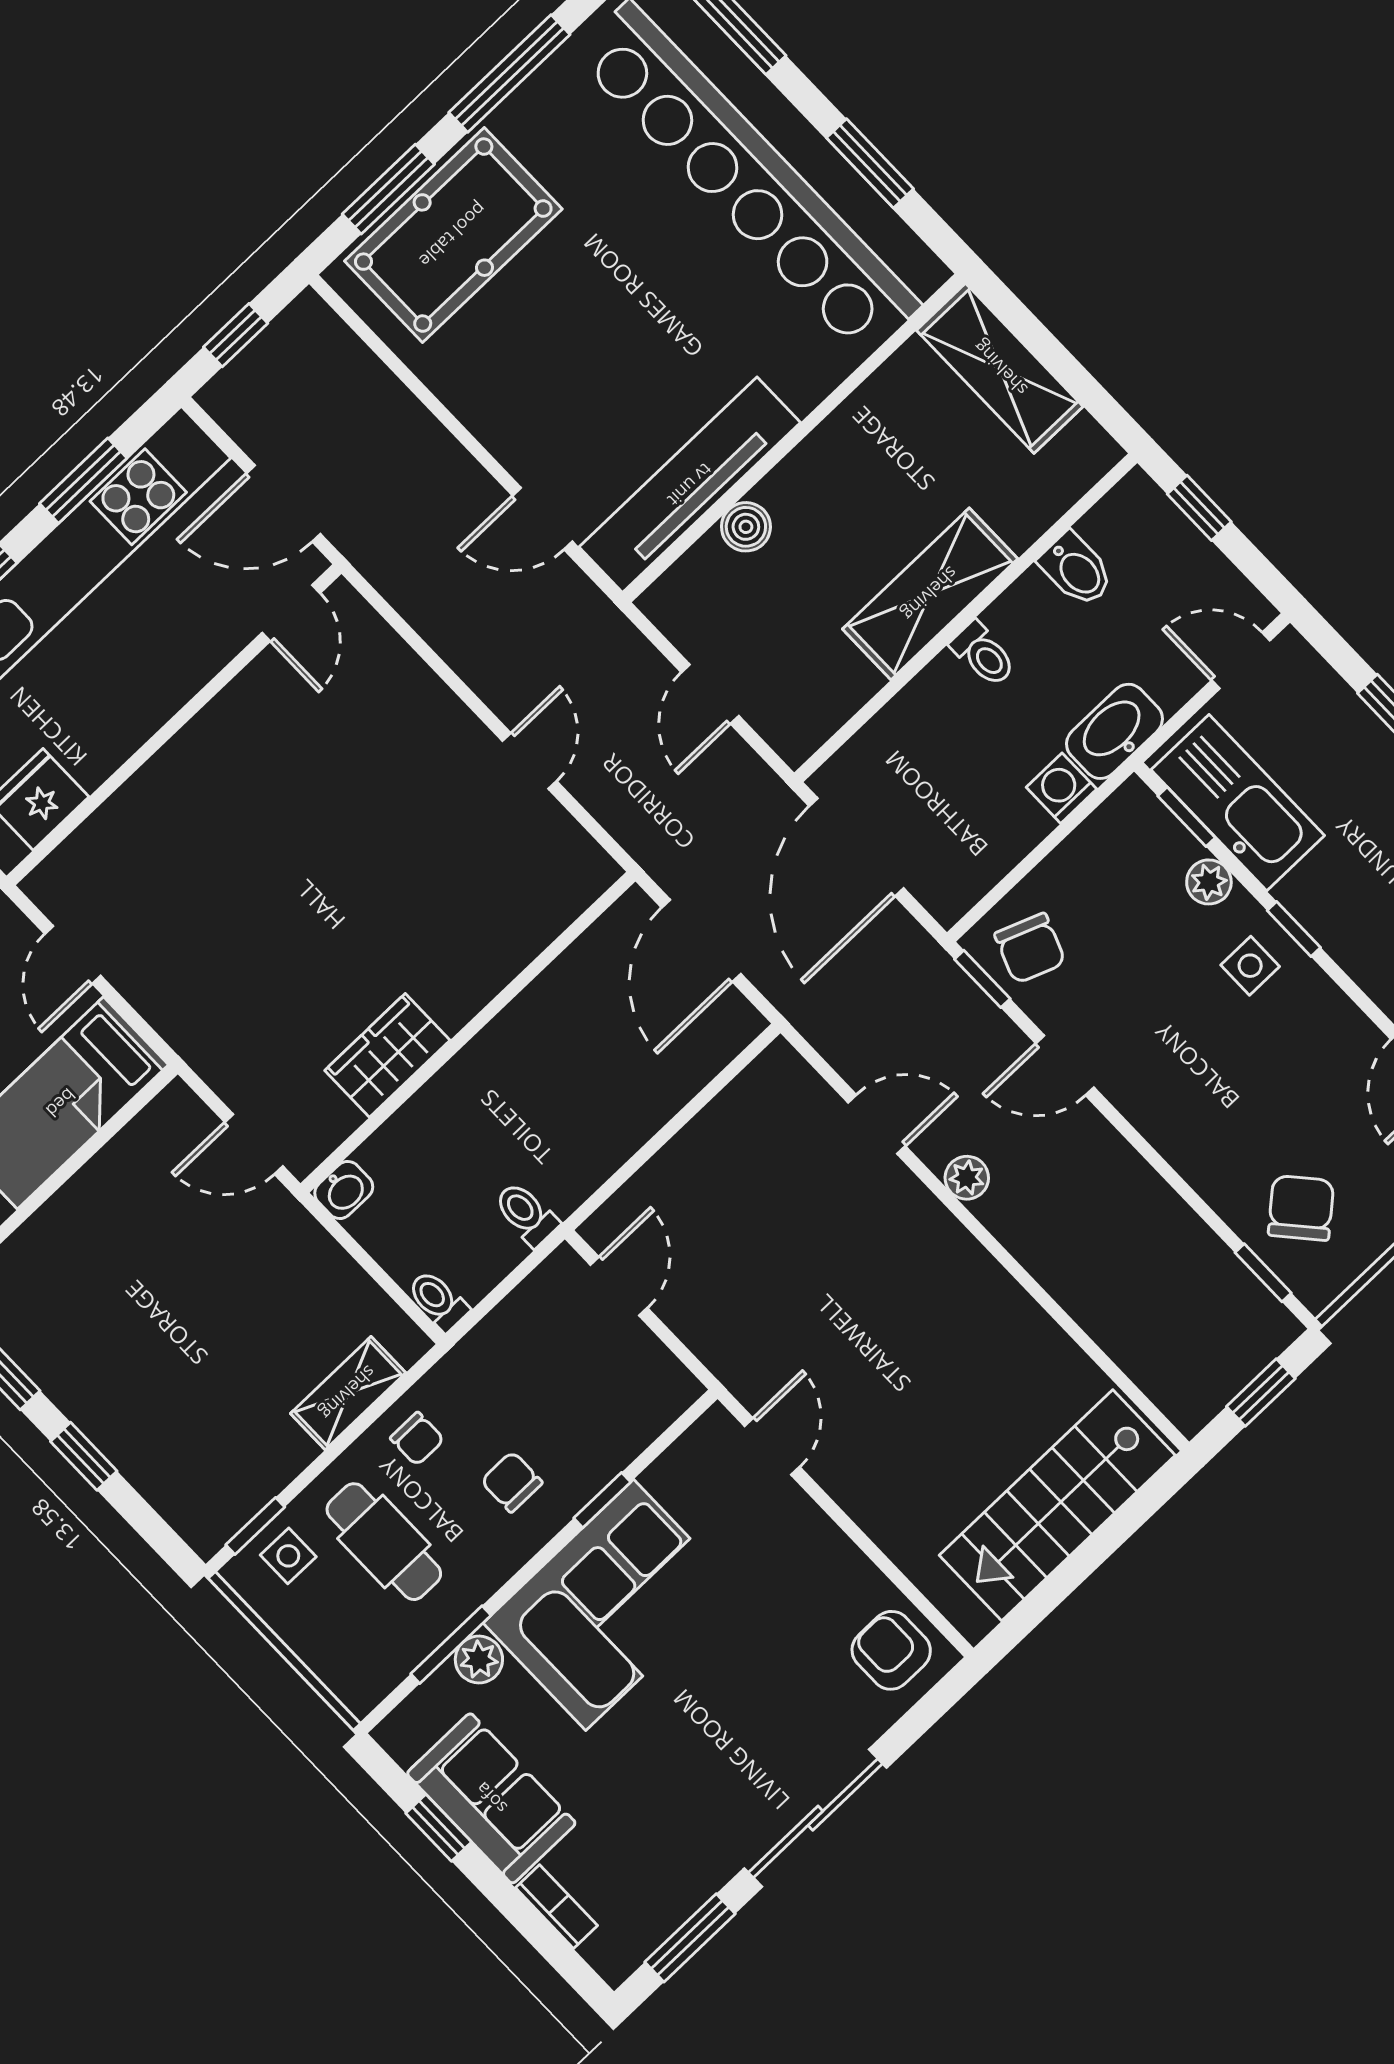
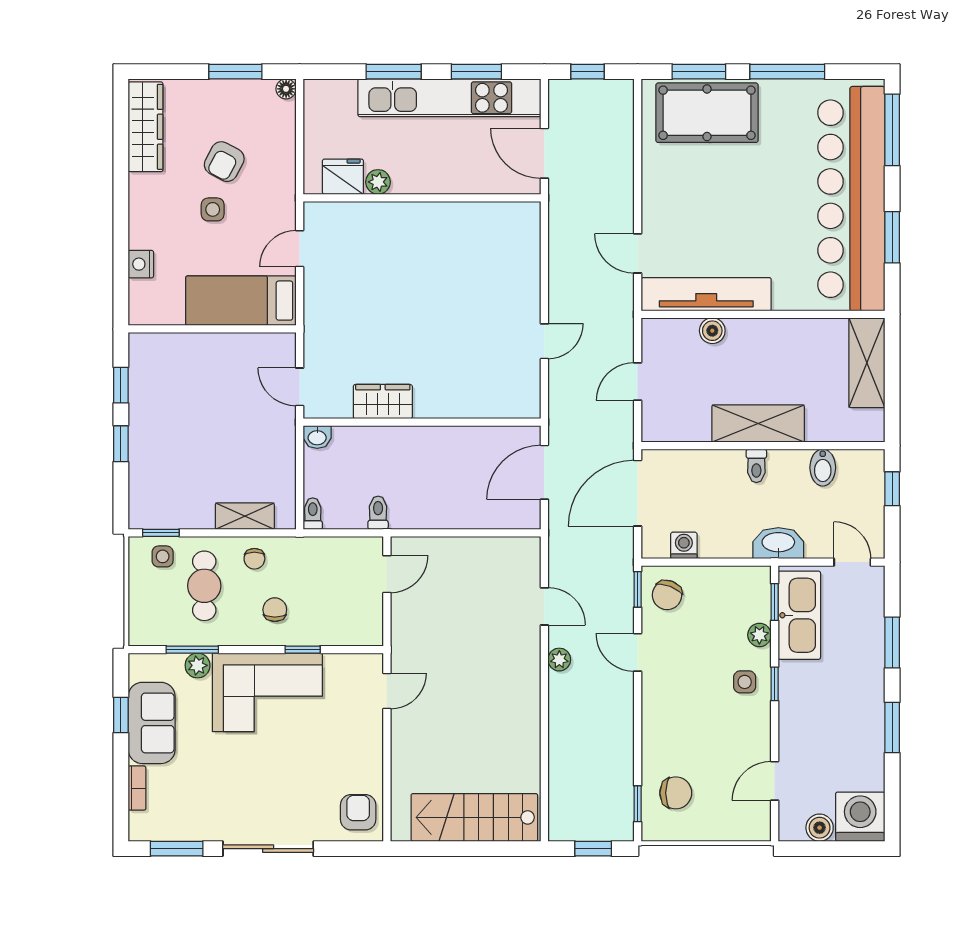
door: (291, 613) -> (507, 198), removed
plant: (93, 761) -> (378, 182), added
washing machine: (1061, 788) -> (684, 545), moved
chair: (1301, 1208) -> (676, 793), turned 41

